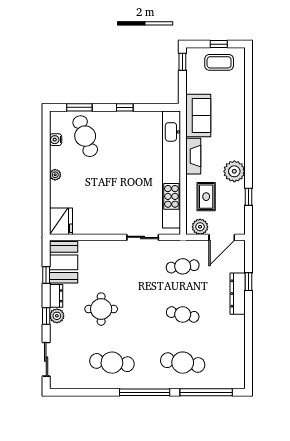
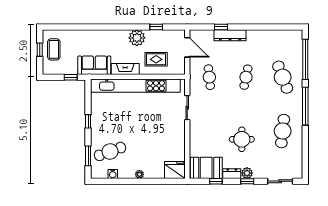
window: (182, 62) -> (71, 77), moved
plant: (200, 227) -> (179, 64), removed
cafe table: (183, 363) -> (283, 77), turned -30

